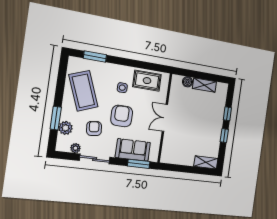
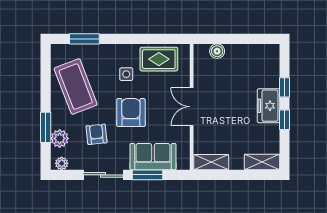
shelving: (205, 85) -> (211, 162), moved
freezer: (216, 125) -> (268, 106), added
plant: (75, 148) -> (62, 163), moved
window: (139, 164) -> (148, 175), moved

